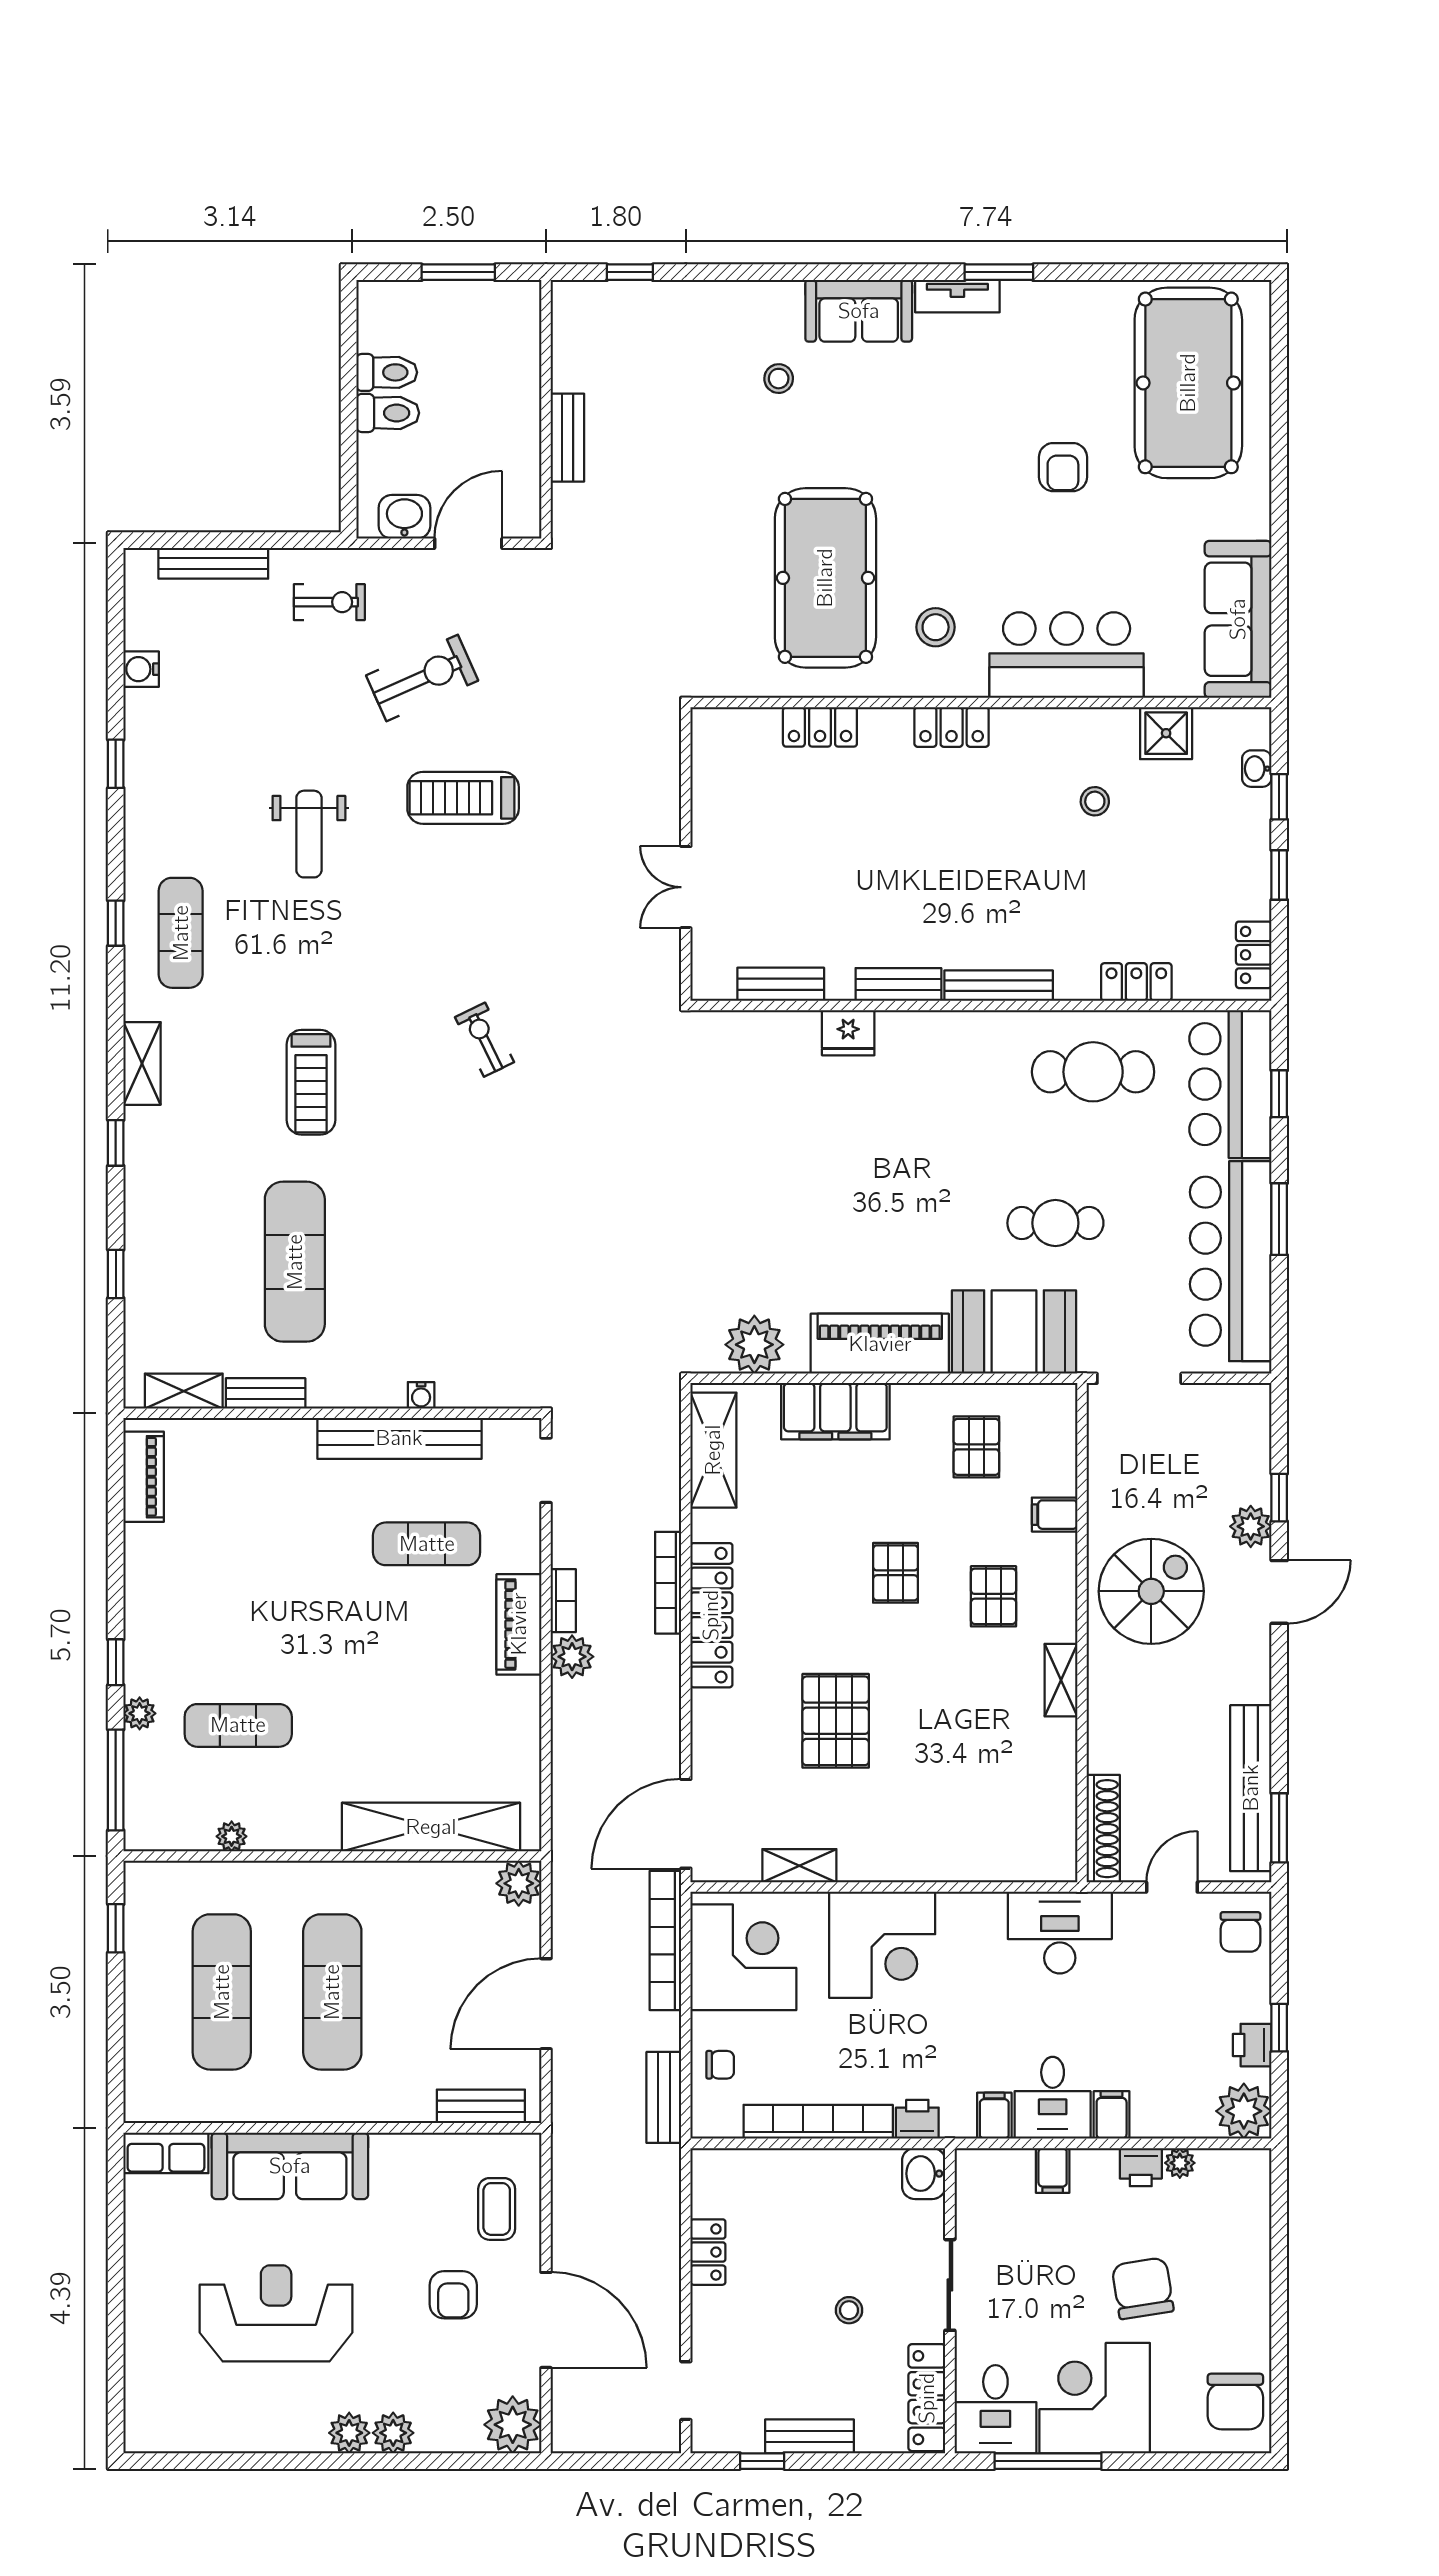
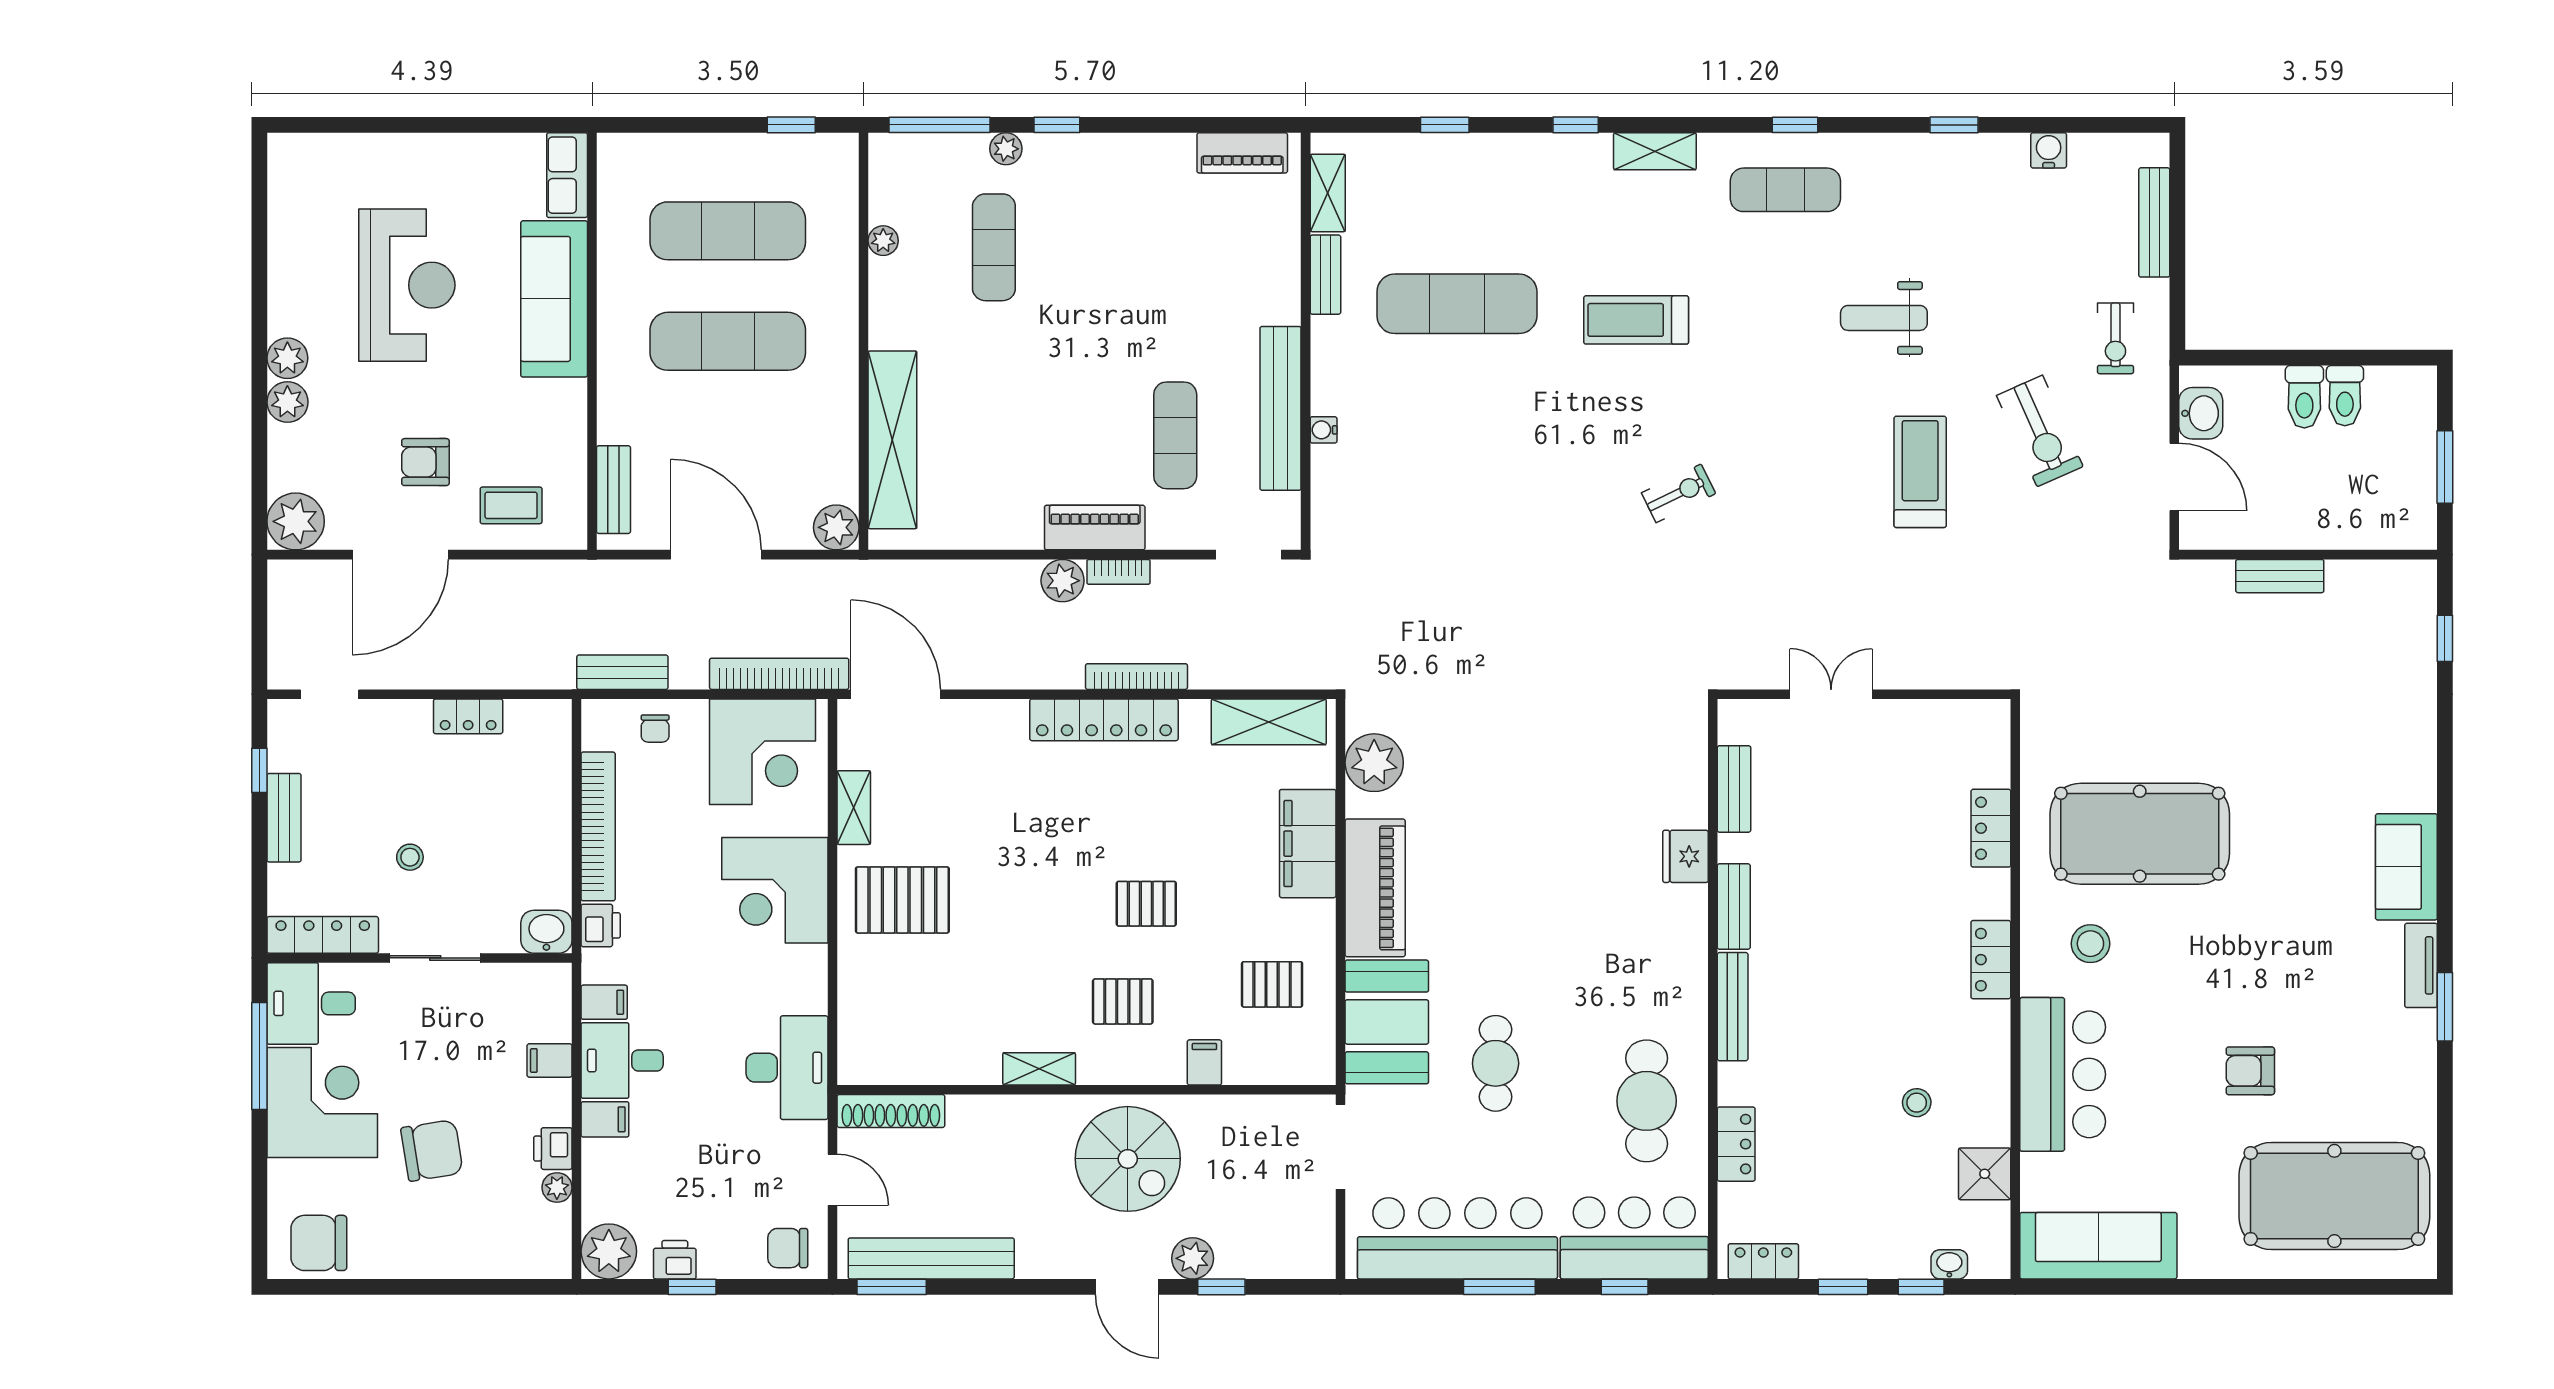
stool: (779, 379) -> (2339, 787), removed
pallet: (836, 1721) -> (902, 900), moved

